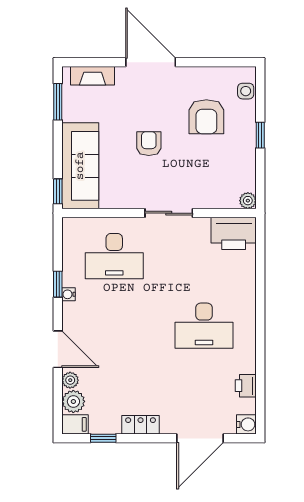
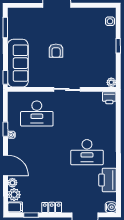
fireplace: (93, 76) -> (25, 13), removed
armchair: (206, 117) -> (88, 36), removed
armchair: (149, 144) -> (56, 51), turned 180
printer: (234, 233) -> (109, 98), width x0.53, depth x0.68
printer: (246, 386) -> (108, 180), width x1.87, depth x1.48

